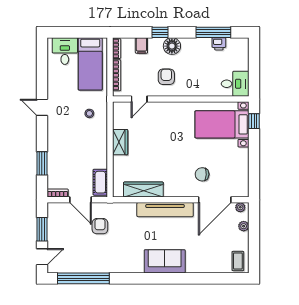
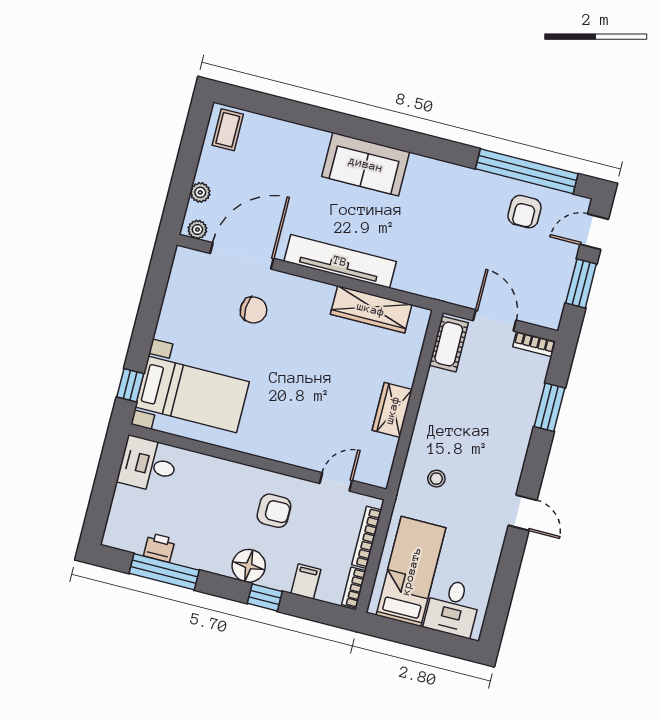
armchair: (166, 77) -> (274, 511), turned -90
armchair: (100, 226) -> (525, 212), moved

